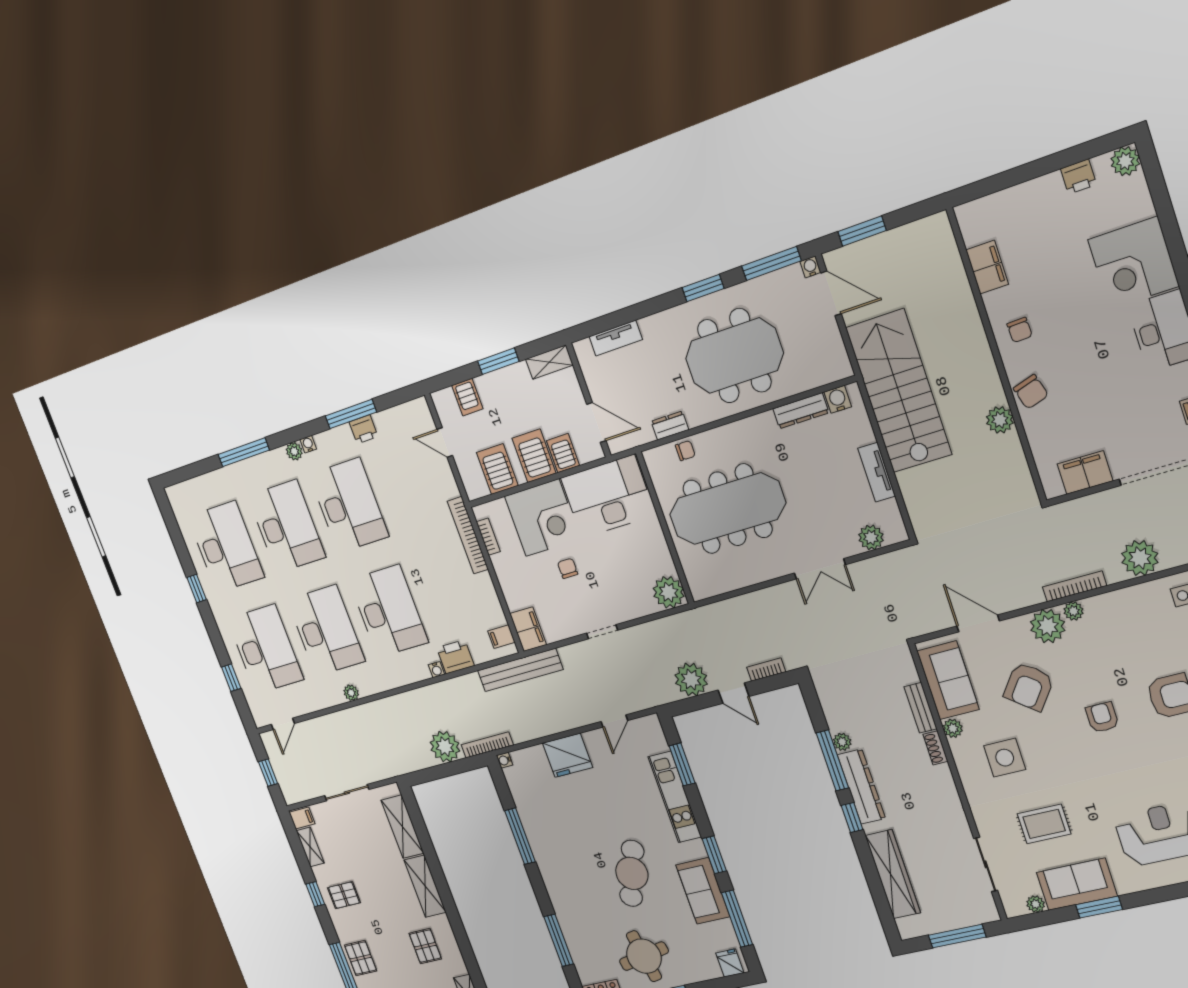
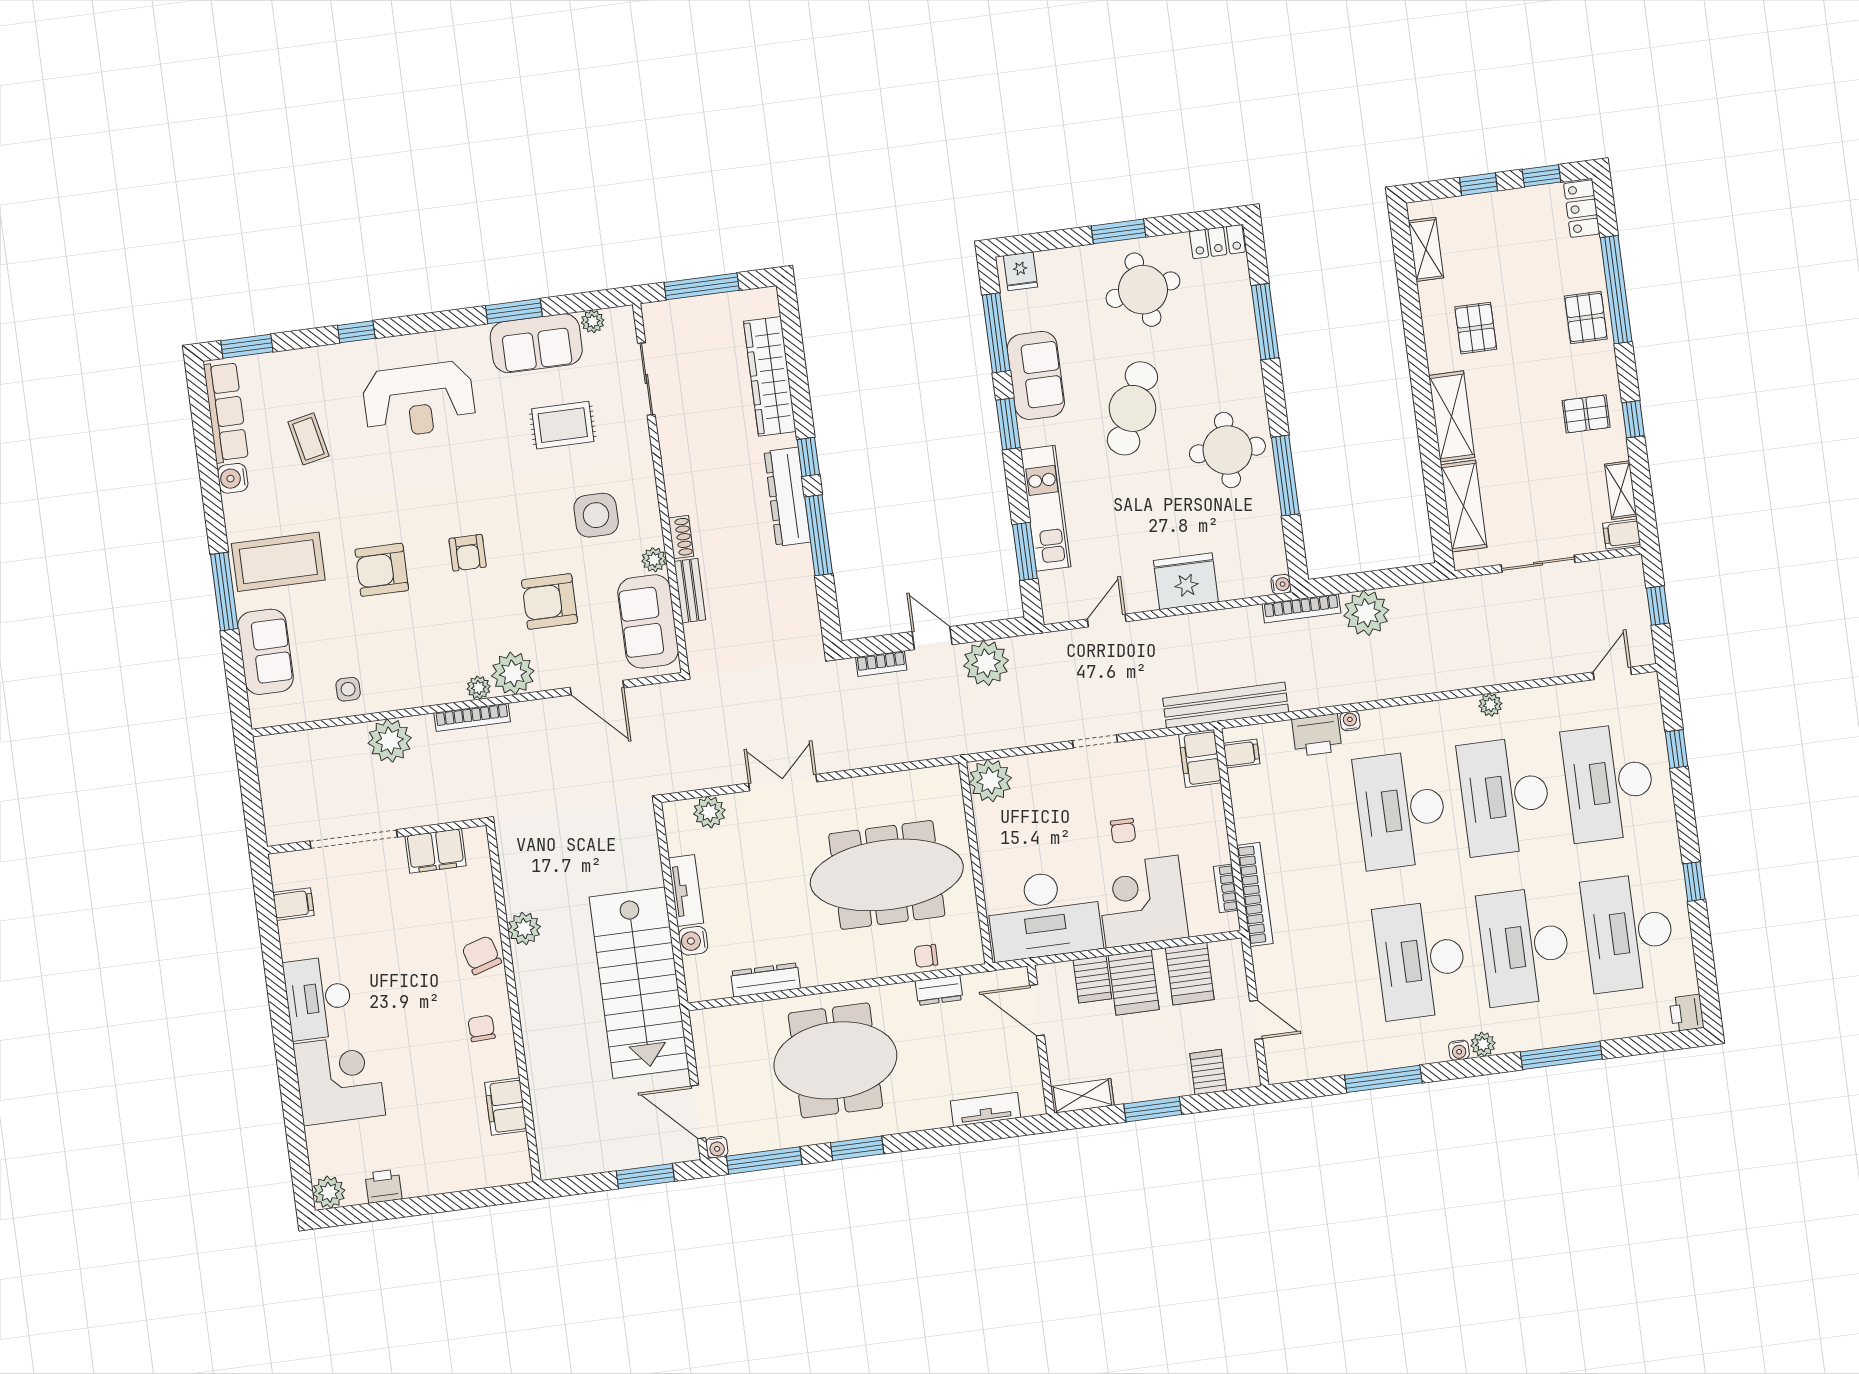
water cooler: (838, 399) -> (693, 941), moved, turned 90
printer: (364, 429) -> (1687, 1013), moved, turned -90
armchair: (1029, 687) -> (550, 601), turned -128
plant: (842, 742) -> (801, 558), removed
round table: (562, 850) -> (1227, 450), added

